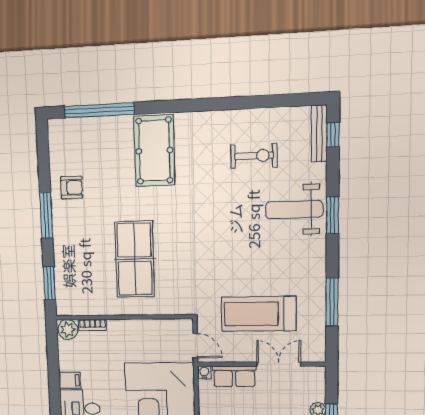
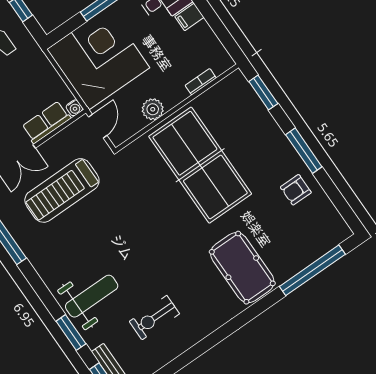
window: (333, 215) -> (71, 333), moved
table tennis table: (135, 259) -> (200, 165), width x1.36, depth x1.32
treadmill: (259, 314) -> (62, 190), turned 180
plant: (68, 330) -> (153, 109), moved
door: (195, 346) -> (98, 126), swing flipped

